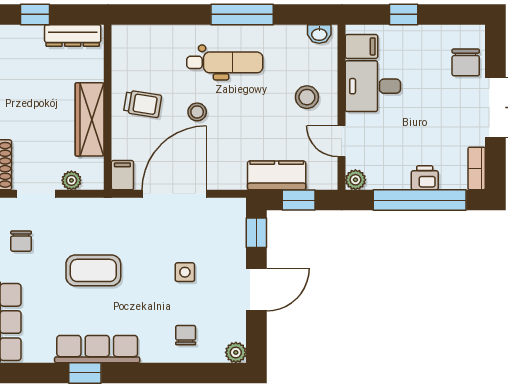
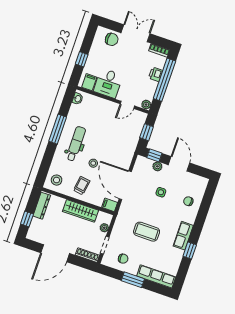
stool: (307, 97) -> (57, 180), moved
kitchen counter: (277, 175) -> (133, 138), removed
coffee table: (93, 270) -> (147, 232), turned 90
row of seats: (97, 349) -> (183, 236), width x0.68
plant: (236, 352) -> (157, 166), moved

